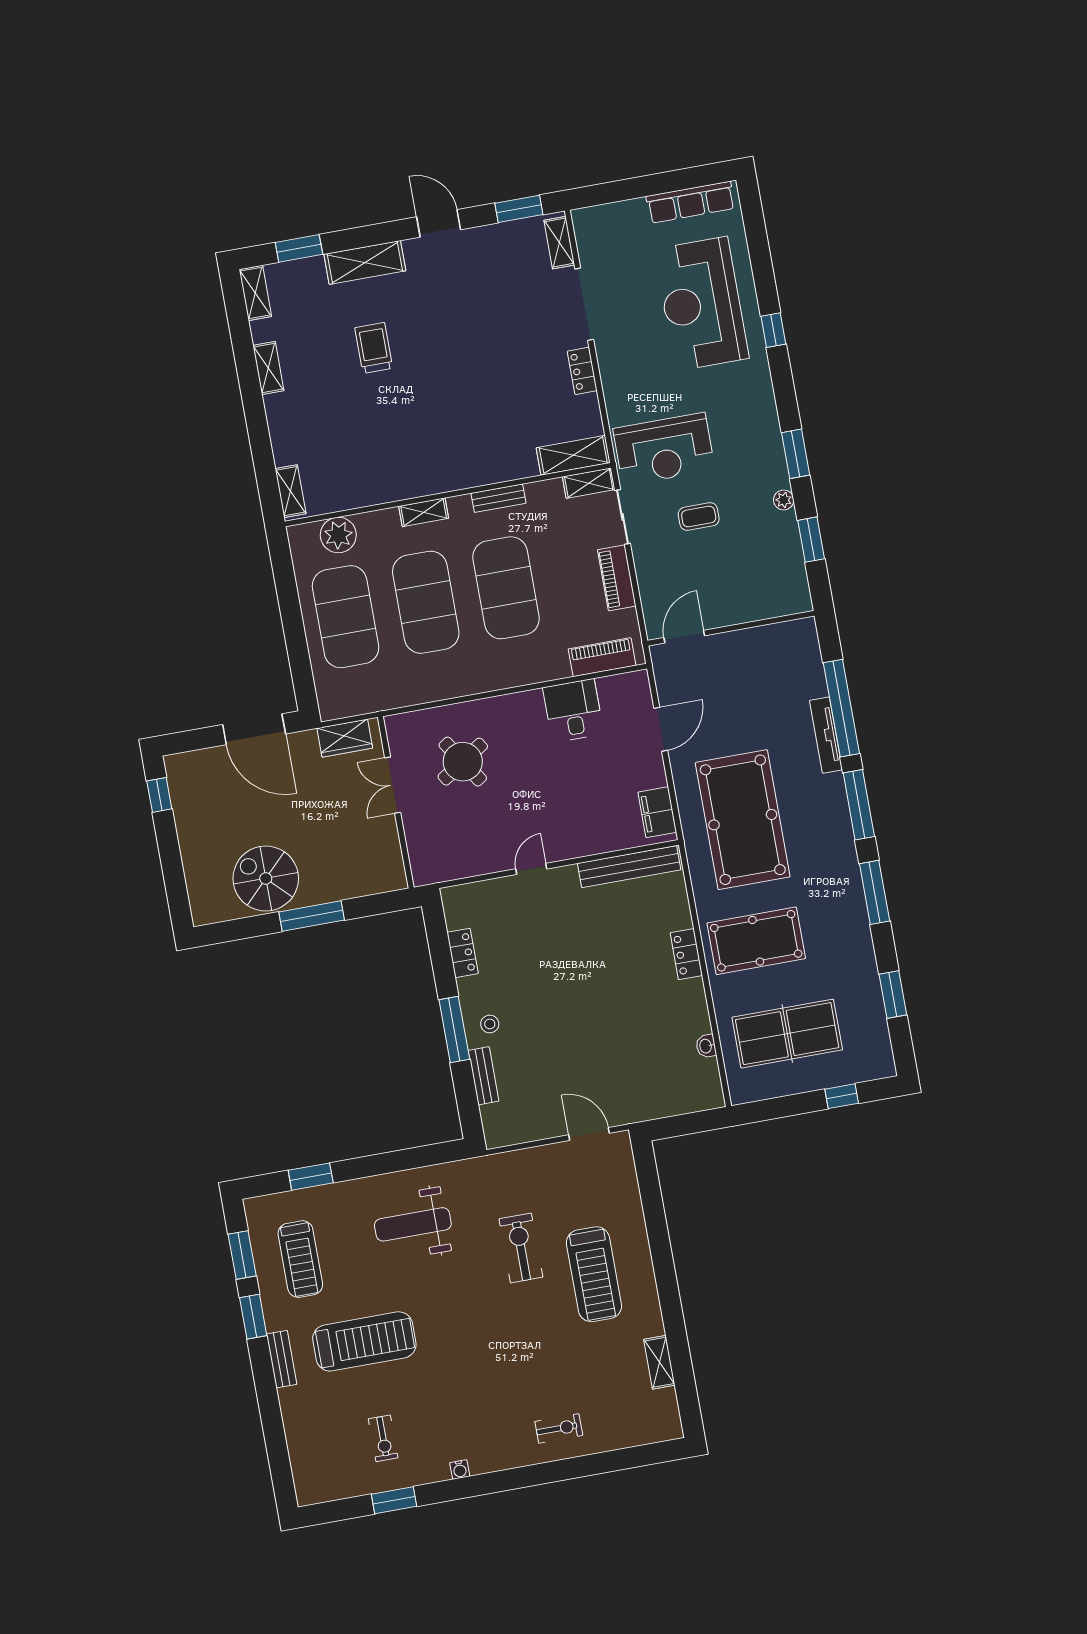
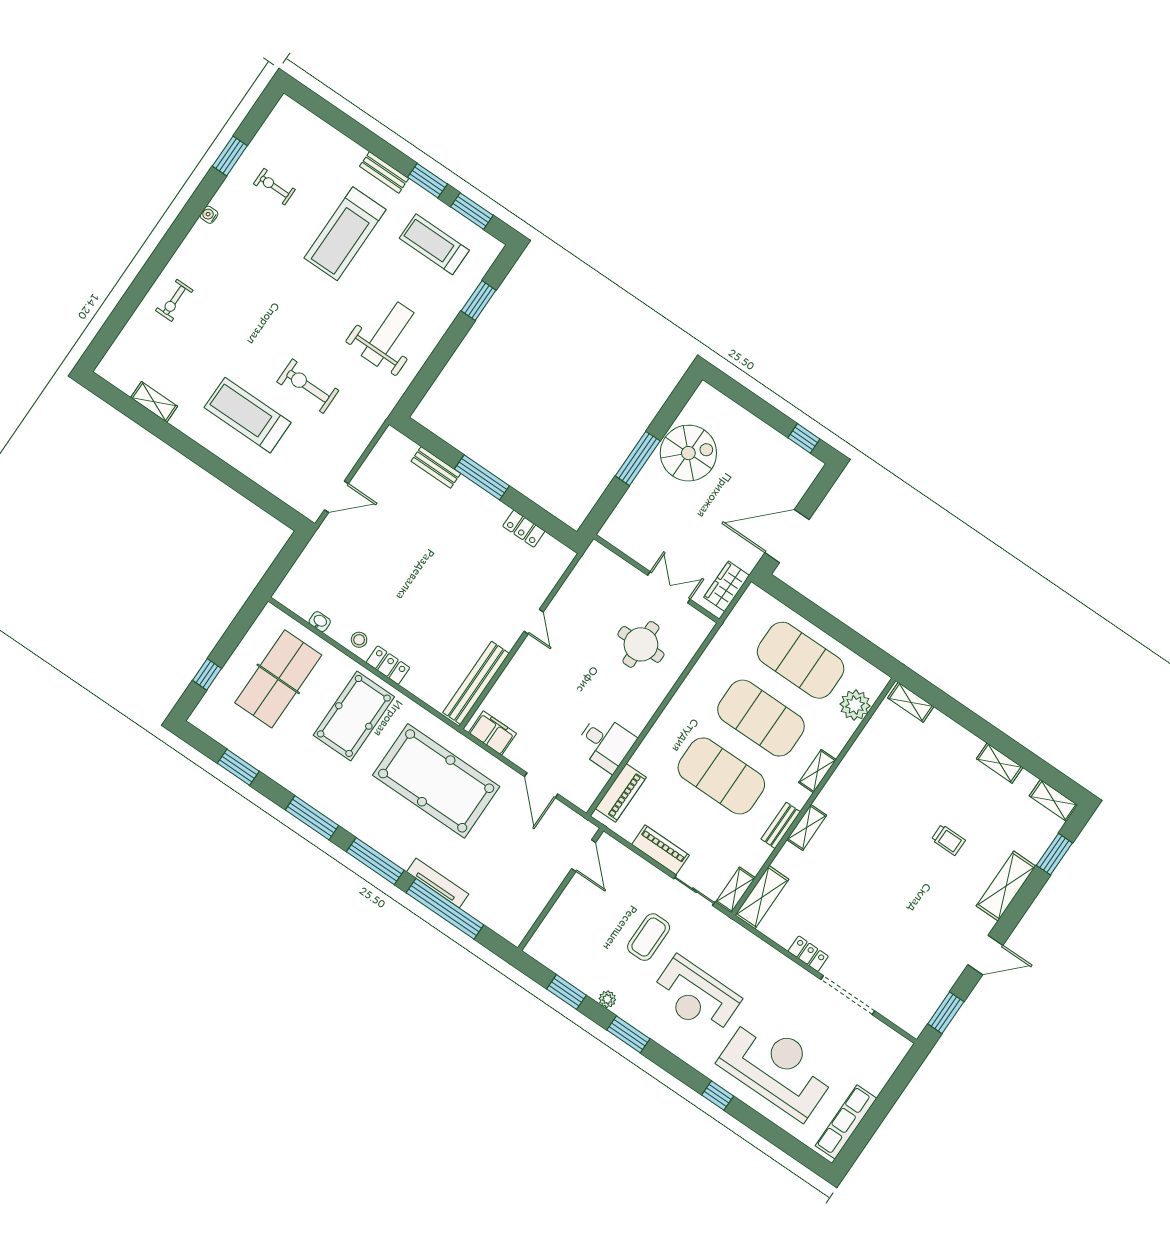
shelving: (559, 243) -> (807, 827), moved, turned 90
trolley: (374, 348) -> (948, 840), width x0.73, depth x0.72
reception desk: (664, 449) -> (696, 996), moved, turned -90
coffee table: (699, 517) -> (649, 937), width x1.36, depth x1.30
round table: (463, 762) -> (641, 644), turned 33
stool: (490, 1024) -> (359, 640), moved
exercise bike: (521, 1248) -> (308, 386), turned 180

